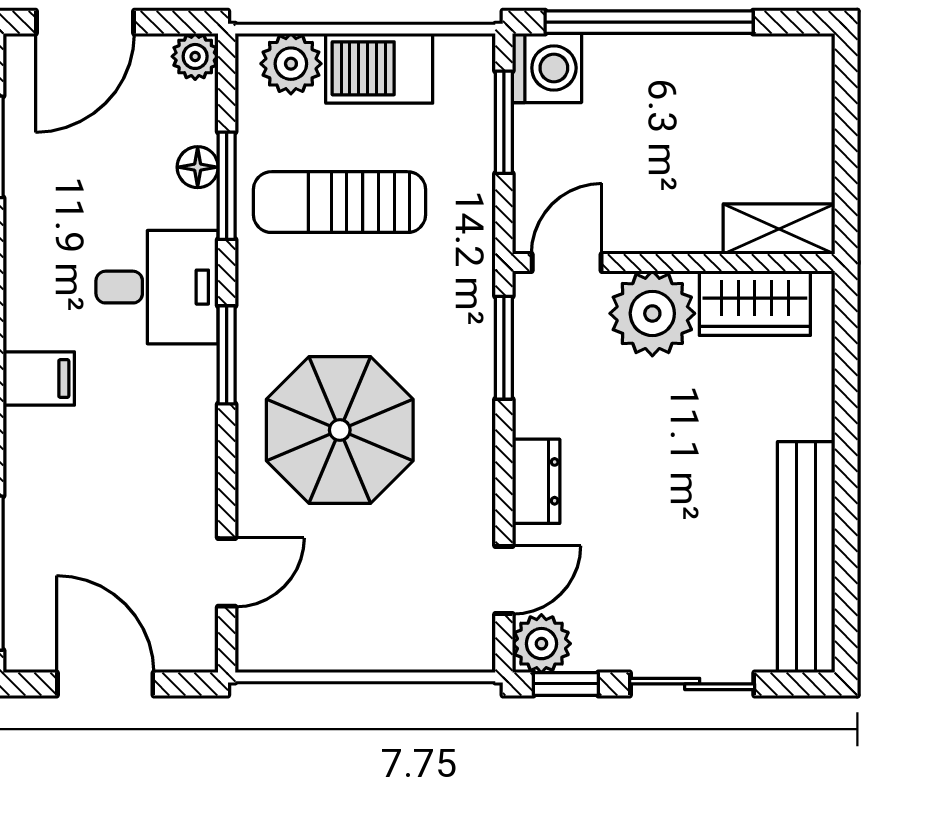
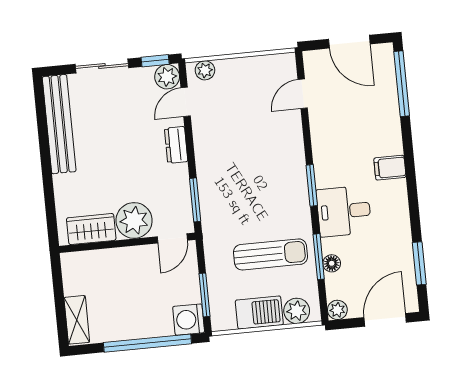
shelving: (779, 229) -> (77, 320), moved, turned 90
parasol: (340, 430) -> (261, 158), removed
plant: (451, 650) -> (205, 70), added

